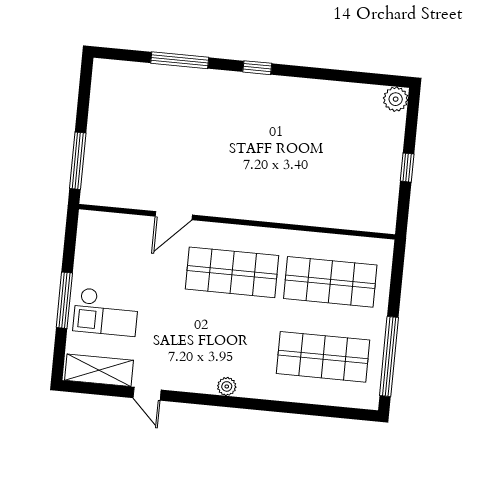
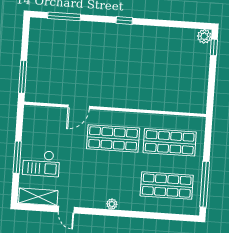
window: (180, 60) -> (64, 16), moved
window: (407, 168) -> (214, 47), moved

